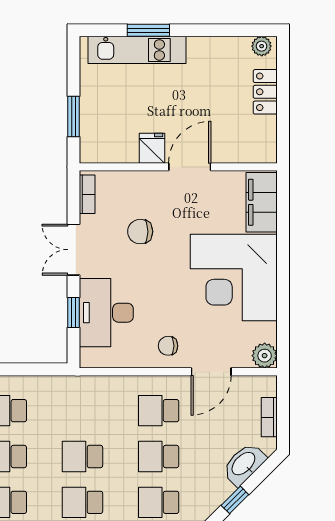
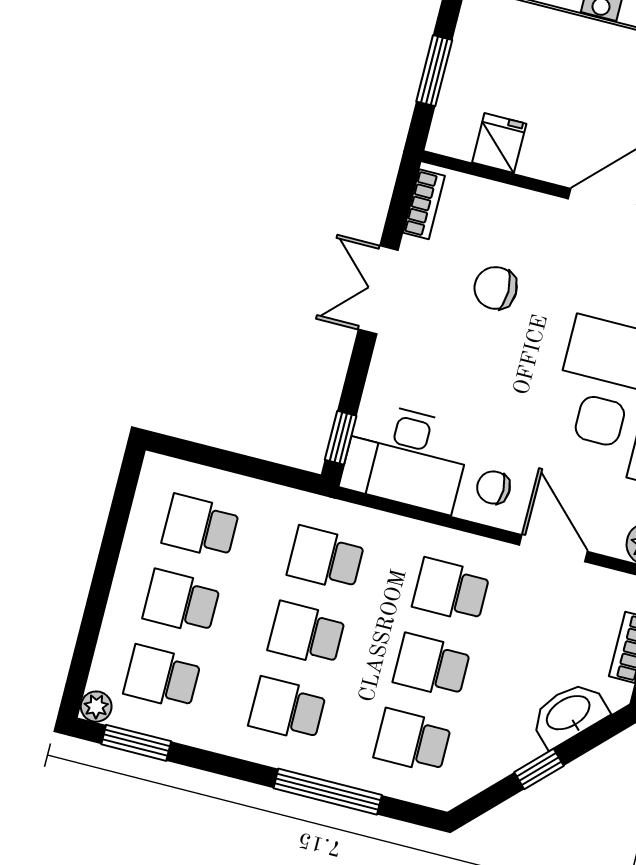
fridge: (152, 148) -> (499, 143), moved
window: (73, 313) -> (341, 438), moved
desk: (106, 313) -> (406, 457), moved, turned -90
door: (211, 372) -> (553, 548), swing flipped
school desk: (83, 411) -> (326, 558), added

